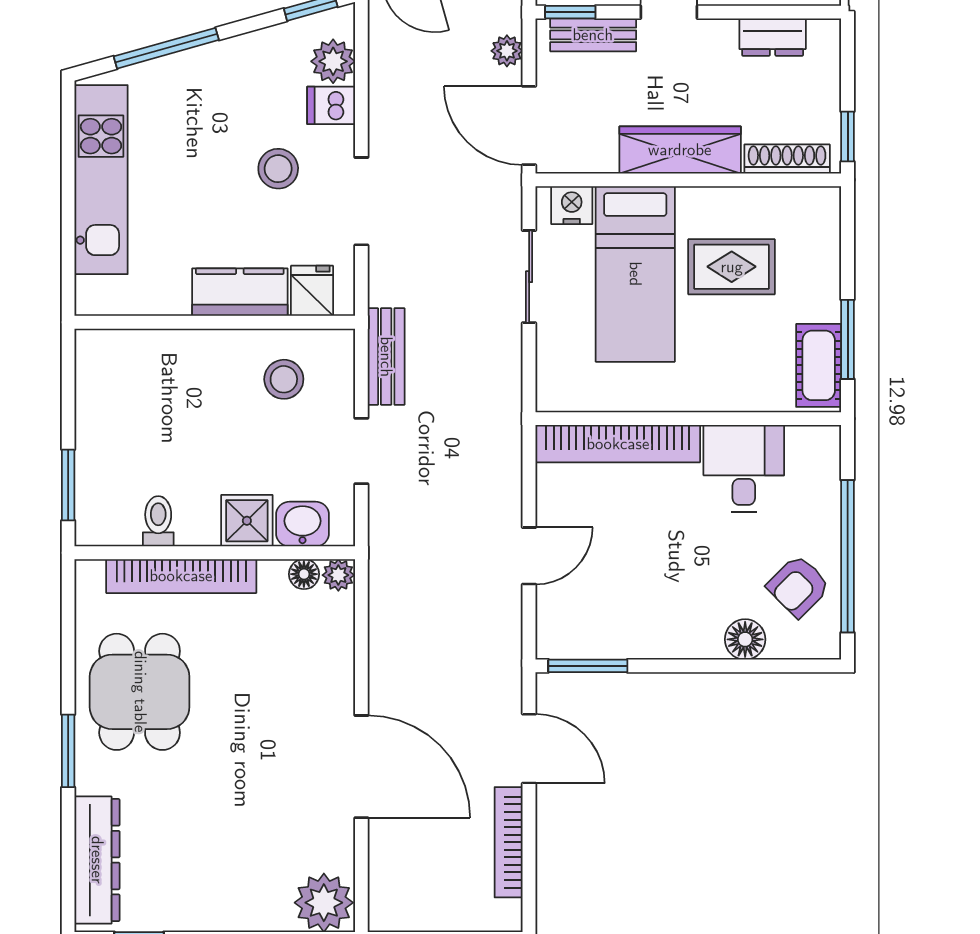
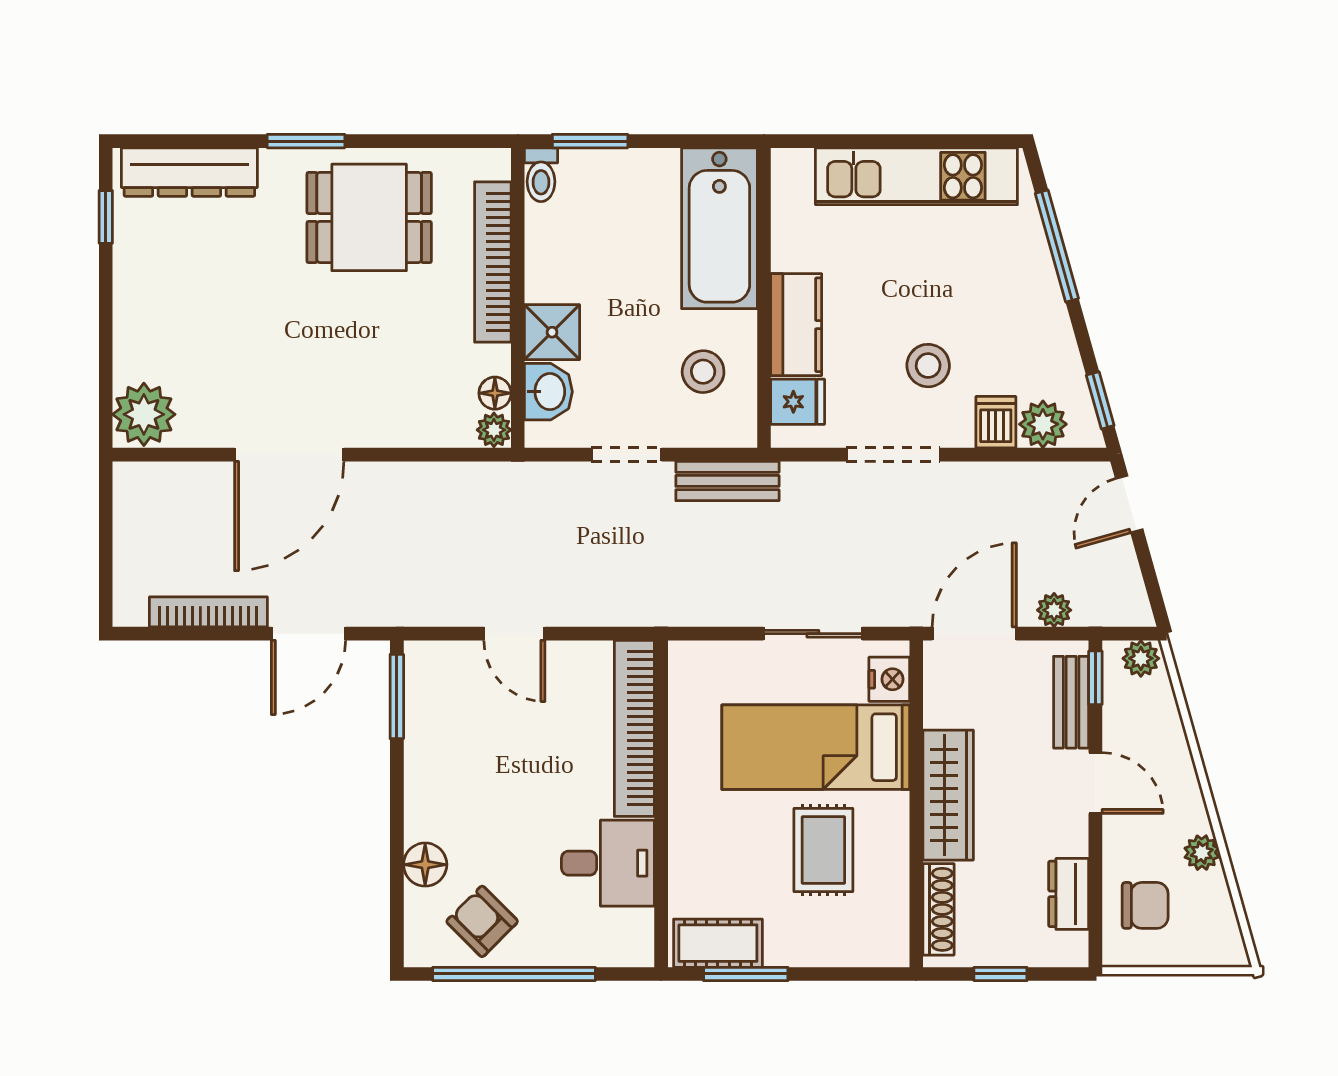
window: (848, 136) -> (1000, 974), moved
bathtub: (150, 364) -> (719, 228), added
toilet: (158, 521) -> (541, 175), moved, turned 90

